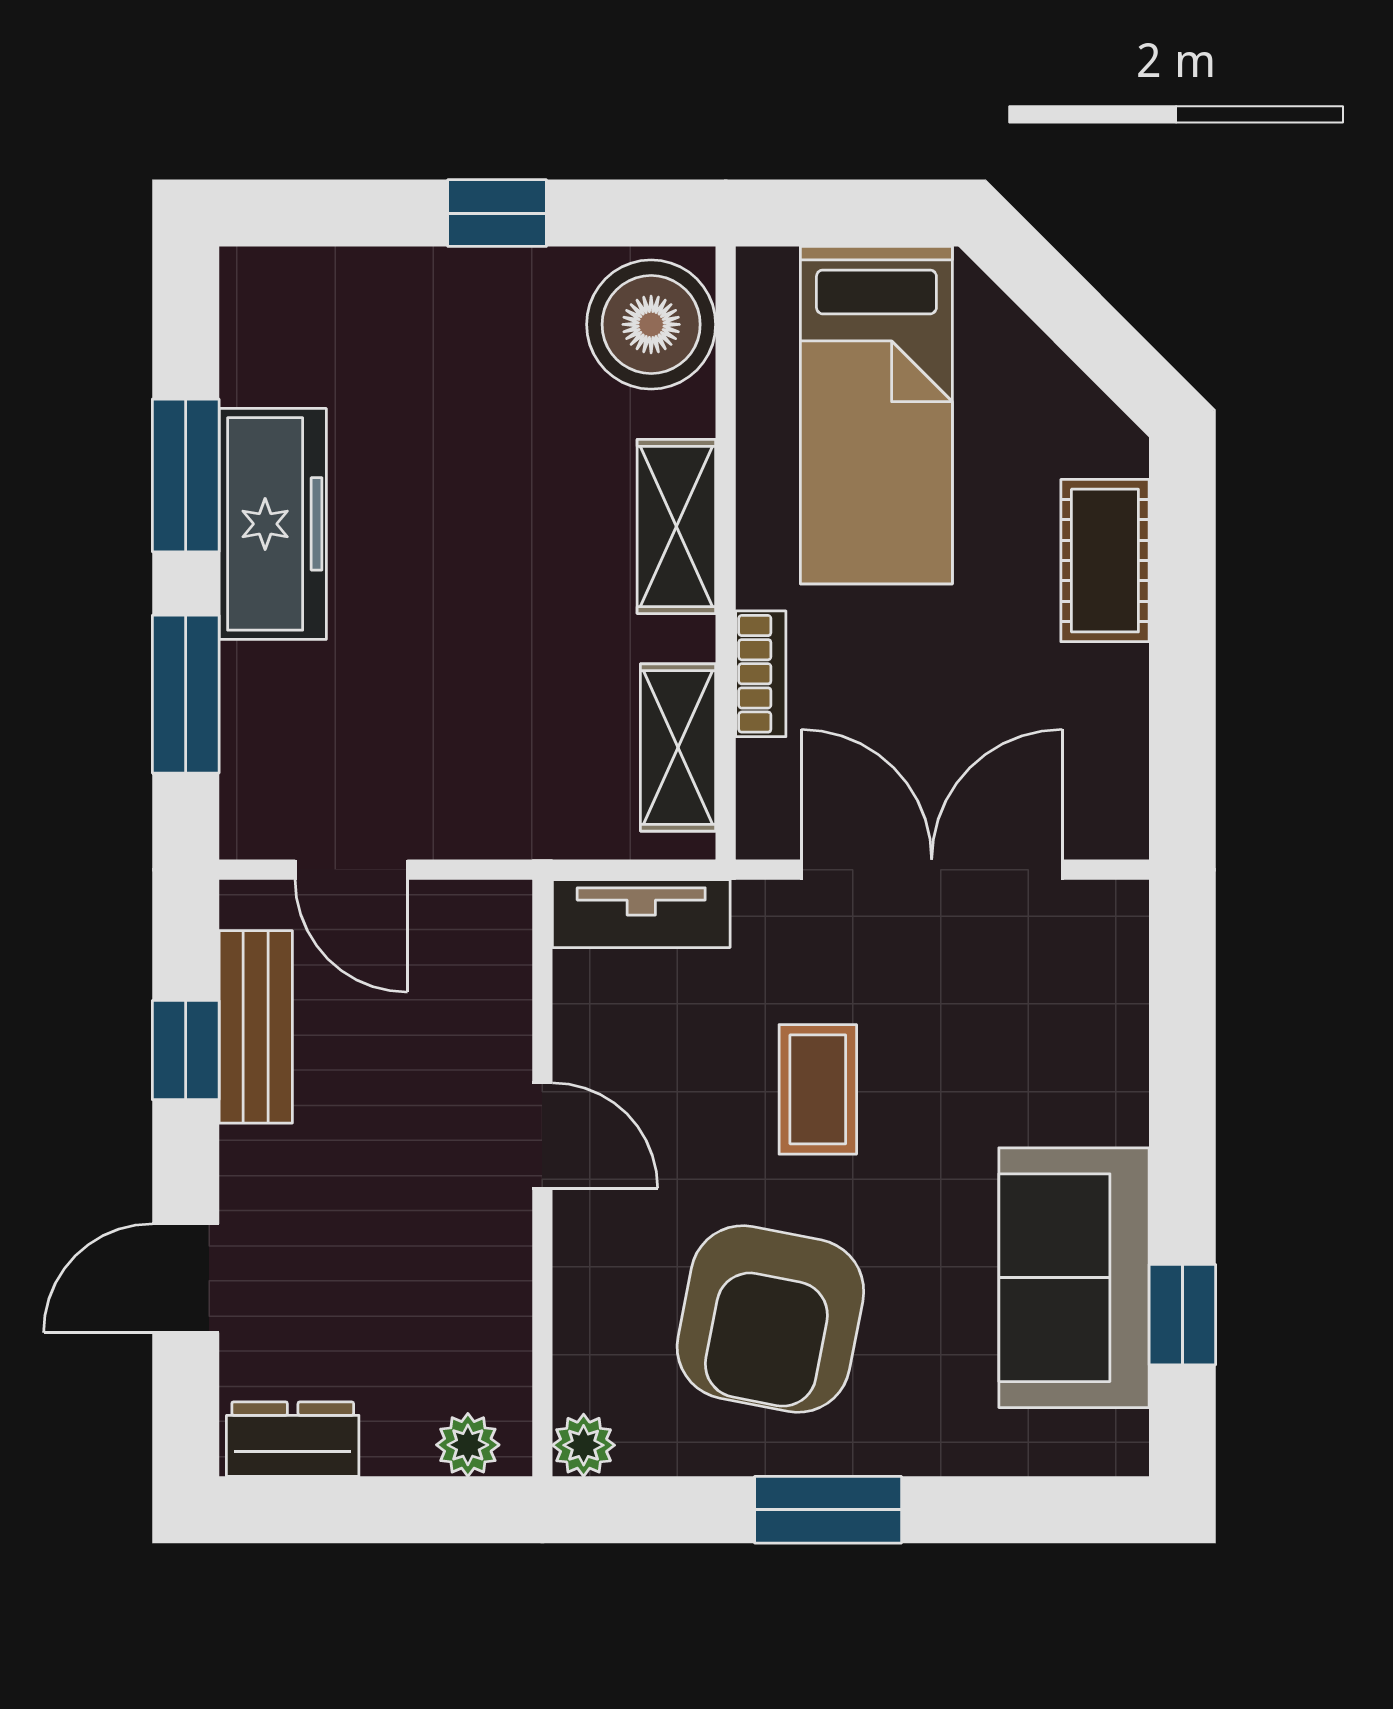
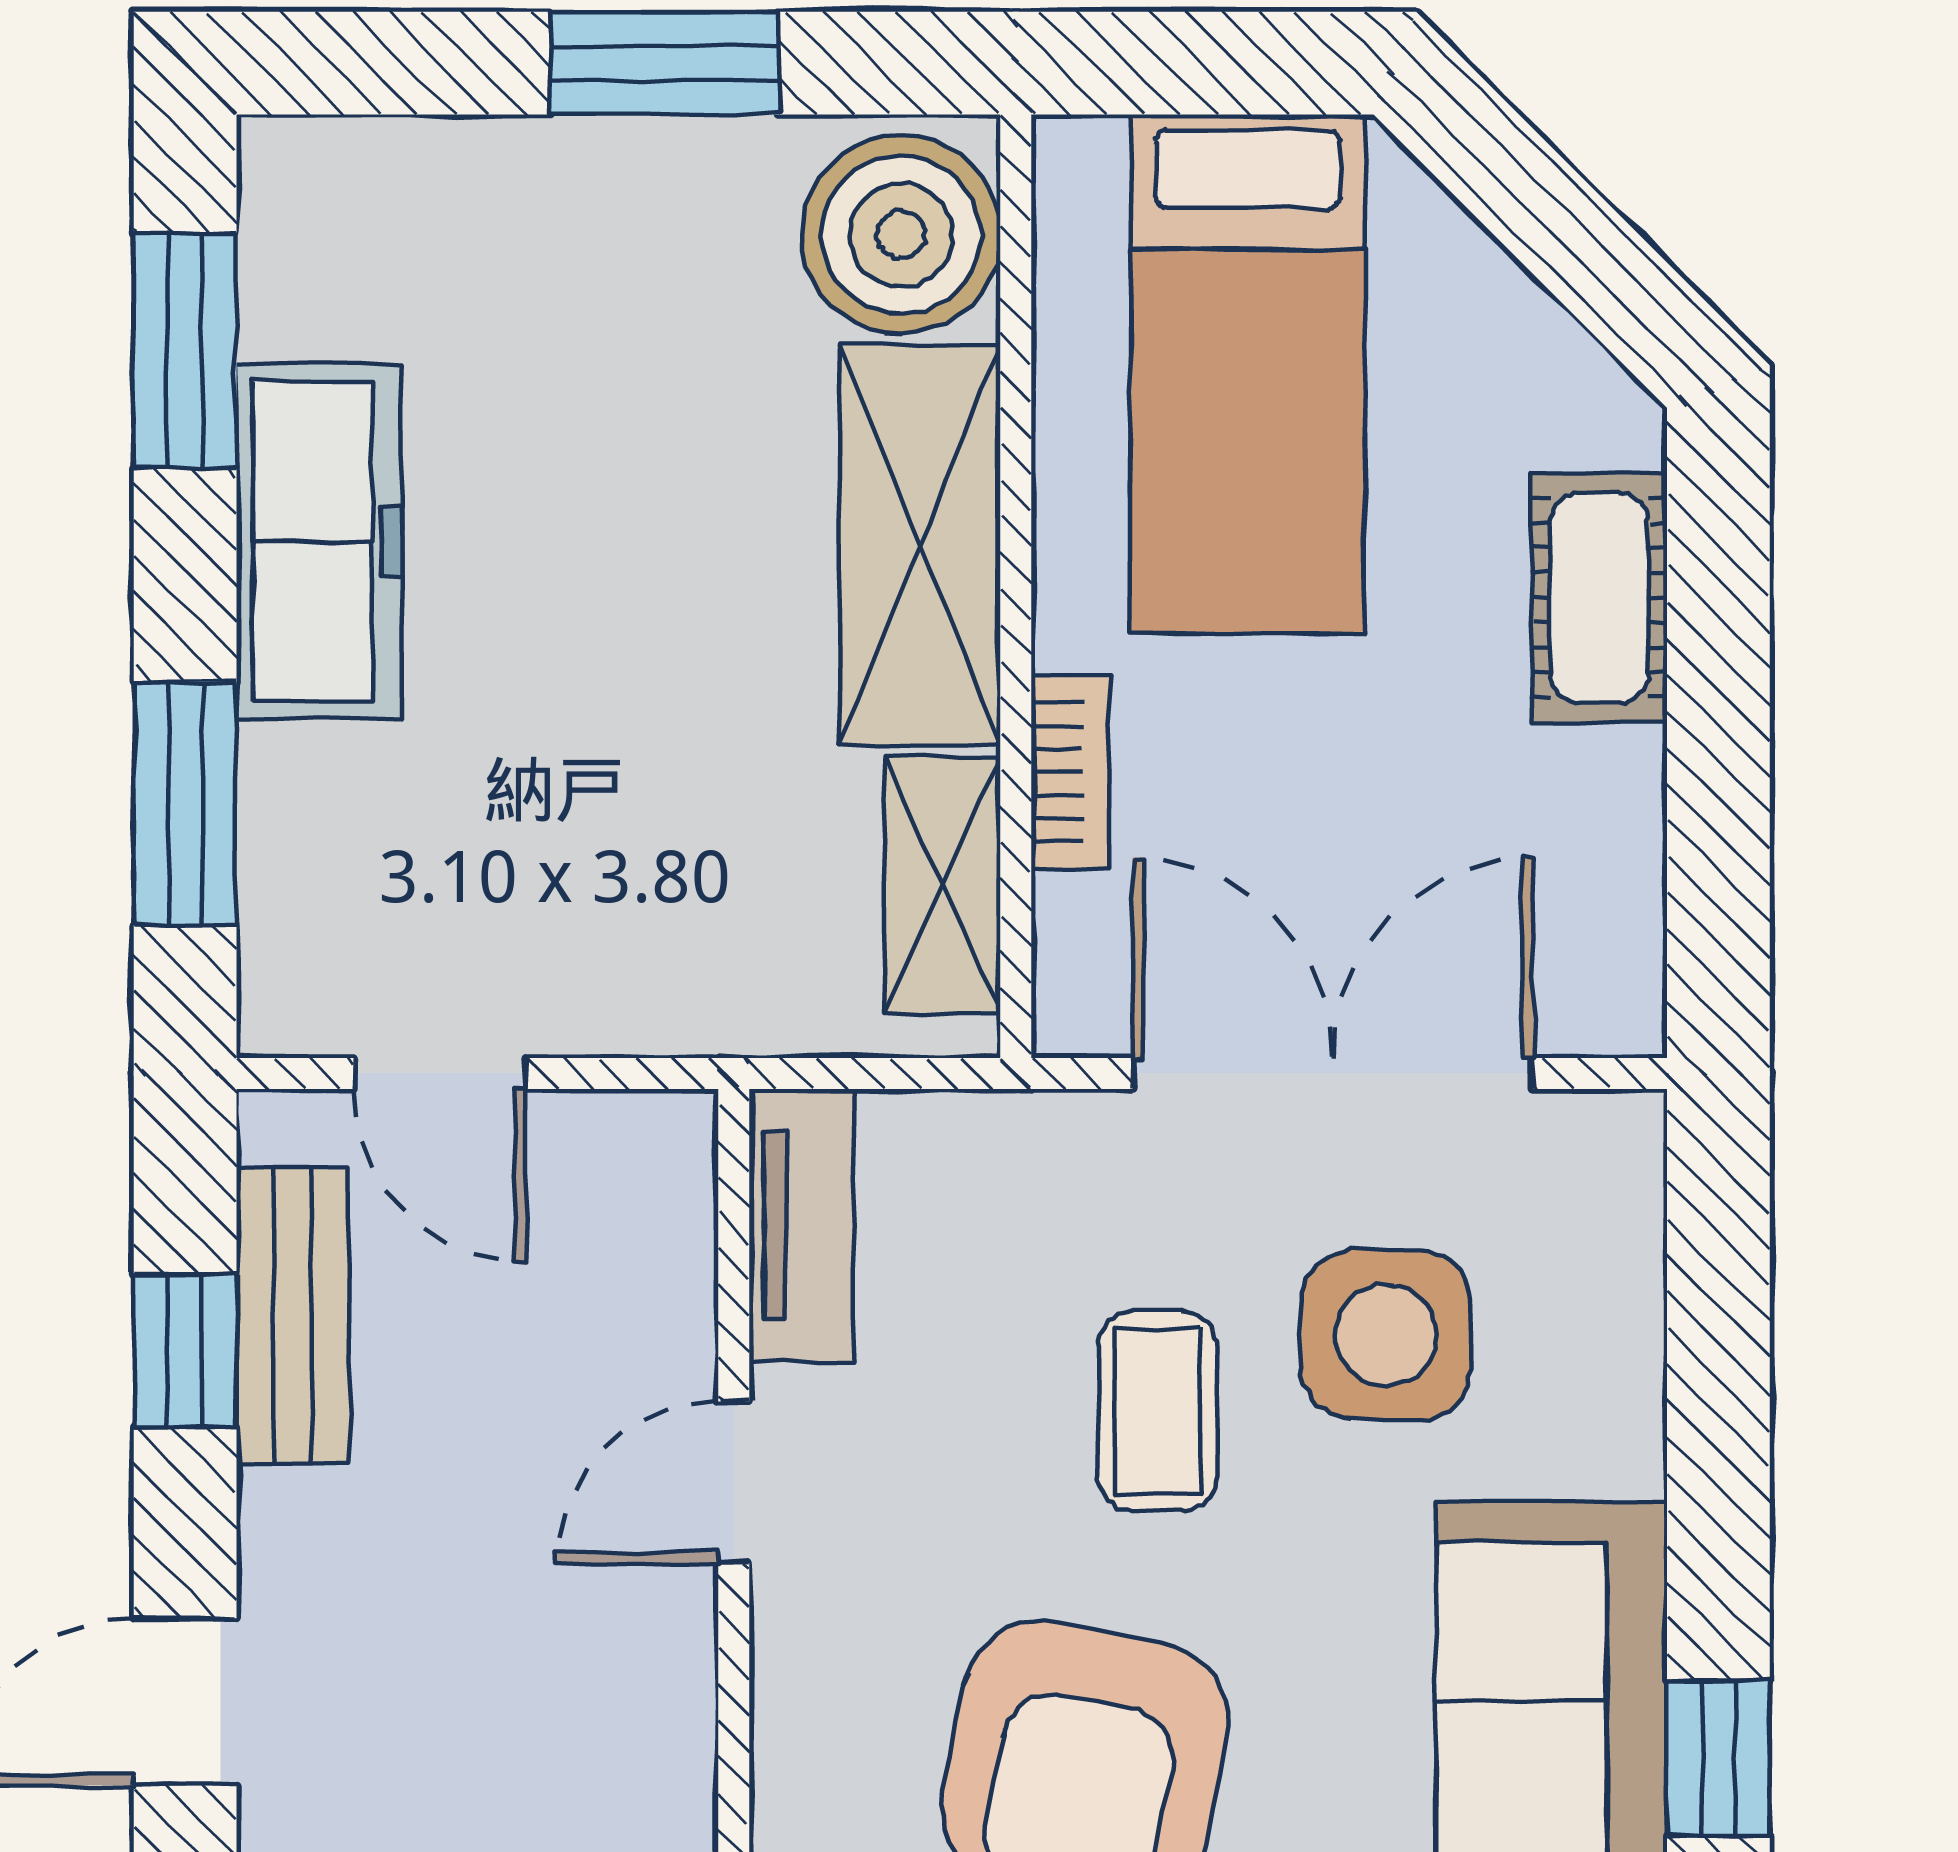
window: (497, 213) -> (664, 63), width x1.50
window: (186, 475) -> (185, 350), moved
shelving: (676, 526) -> (920, 545), width x1.50, depth x1.33
tv unit: (641, 914) -> (801, 1226), moved, turned -90
side table: (966, 1039) -> (1386, 1335), added
door: (542, 1136) -> (734, 1482), swing flipped

